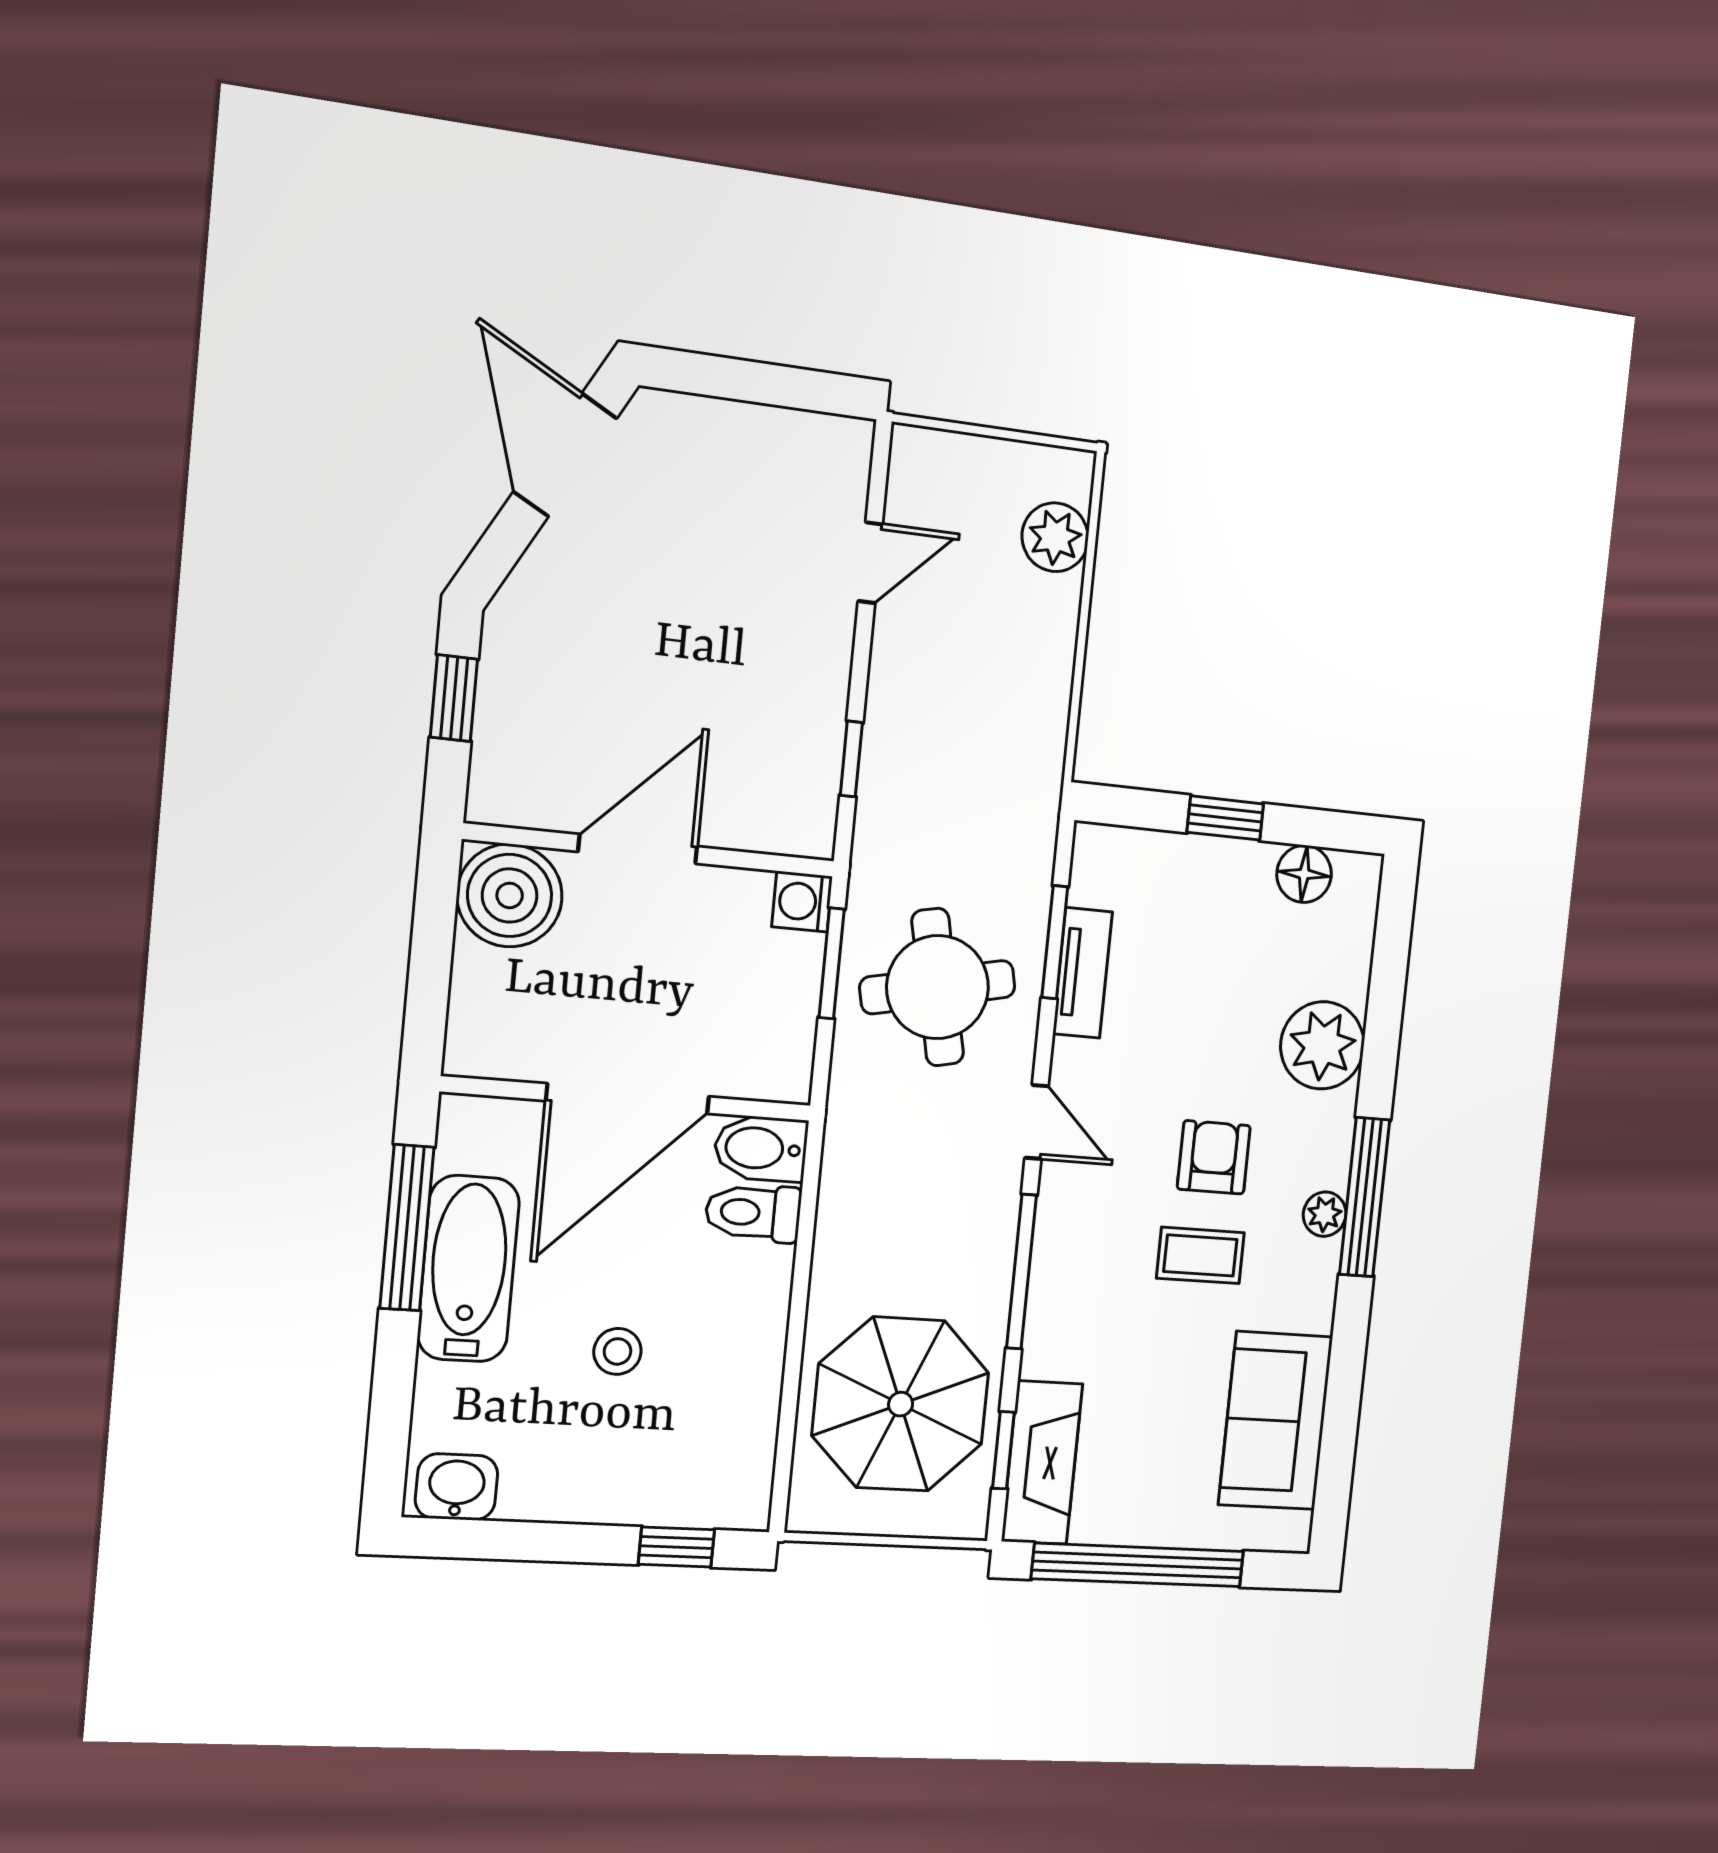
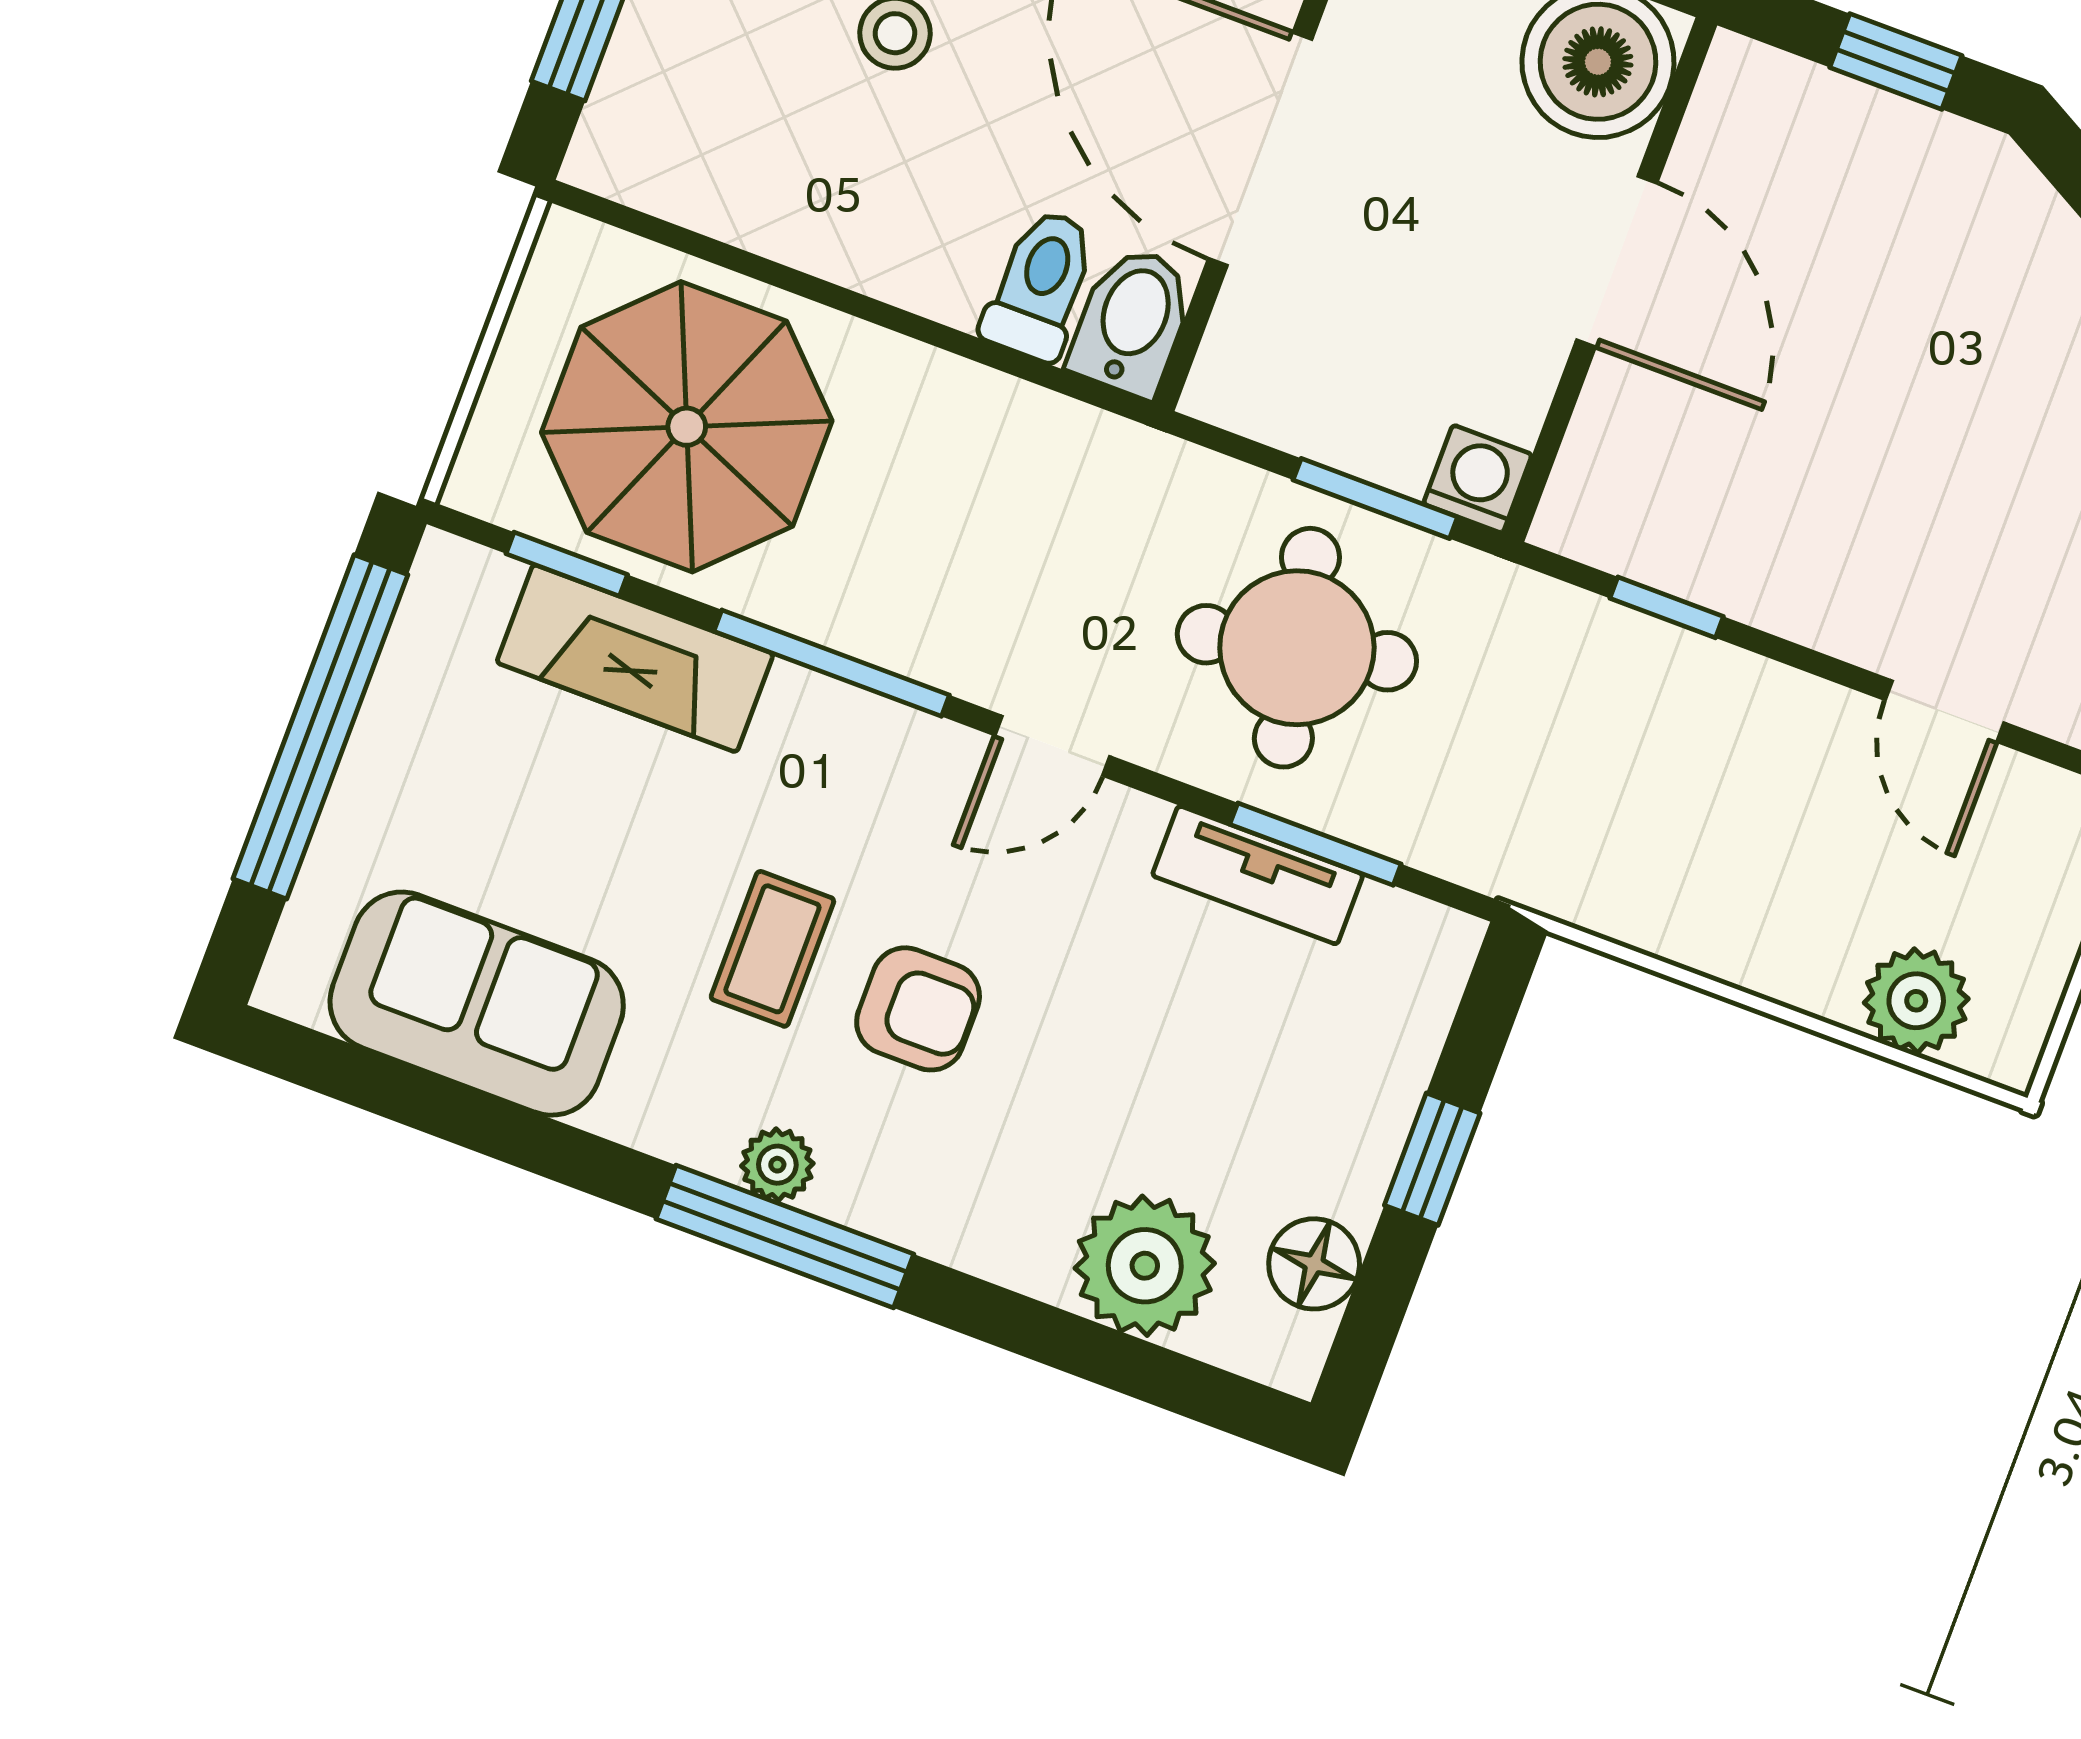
plant: (1322, 1045) -> (1145, 1266), moved
fireplace: (1042, 1463) -> (635, 658), moved

